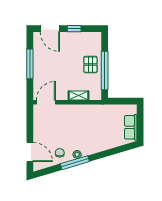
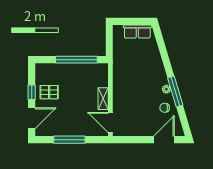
pallet: (90, 65) -> (49, 92), moved
shelving: (79, 95) -> (103, 99), moved

